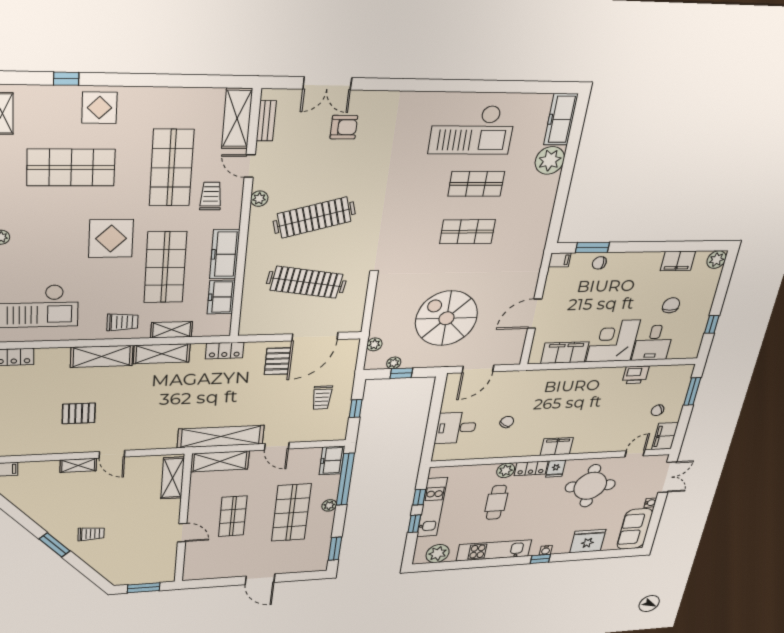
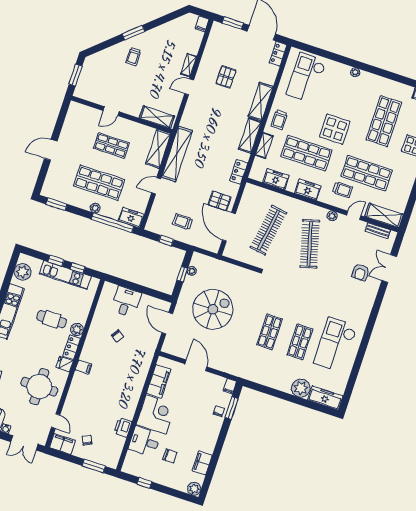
freezer: (225, 254) -> (308, 190), width x0.71
plant: (374, 344) -> (210, 262), removed
filing cabinet: (557, 447) -> (84, 367), width x0.50

